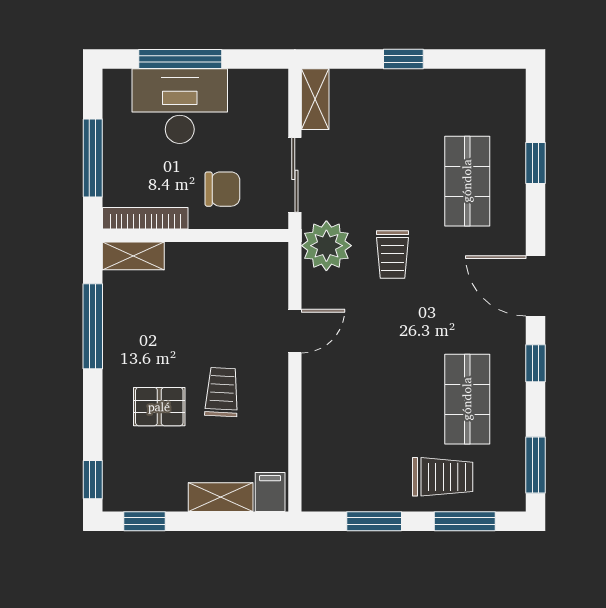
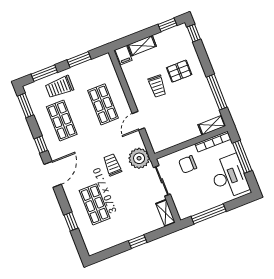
window: (180, 59) -> (209, 214), moved
desk: (180, 106) -> (229, 177), moved, turned -90
door: (536, 286) -> (53, 174), hinge flipped
shop shelf: (360, 399) -> (103, 104), added

